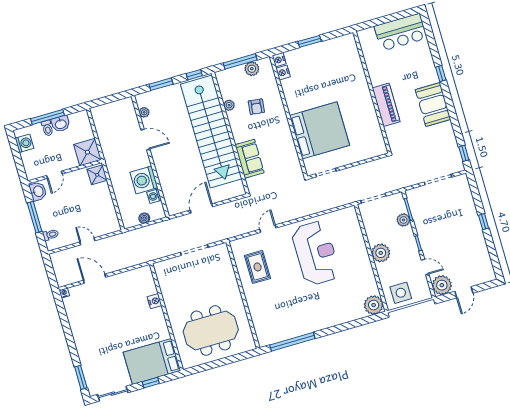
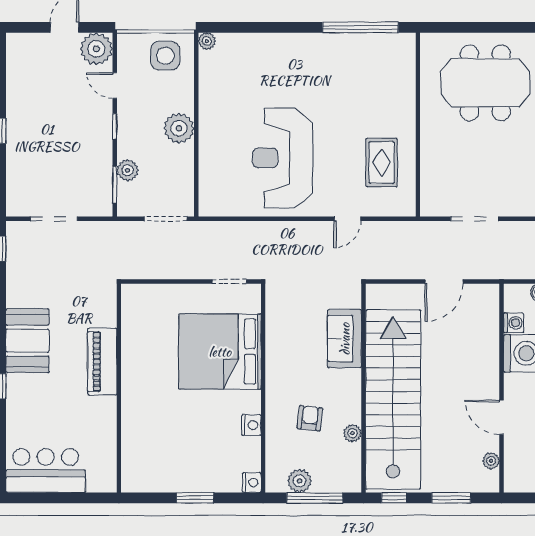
nightstand: (283, 72) -> (251, 425), moved
plant: (374, 305) -> (207, 41), width x0.53, depth x0.53

